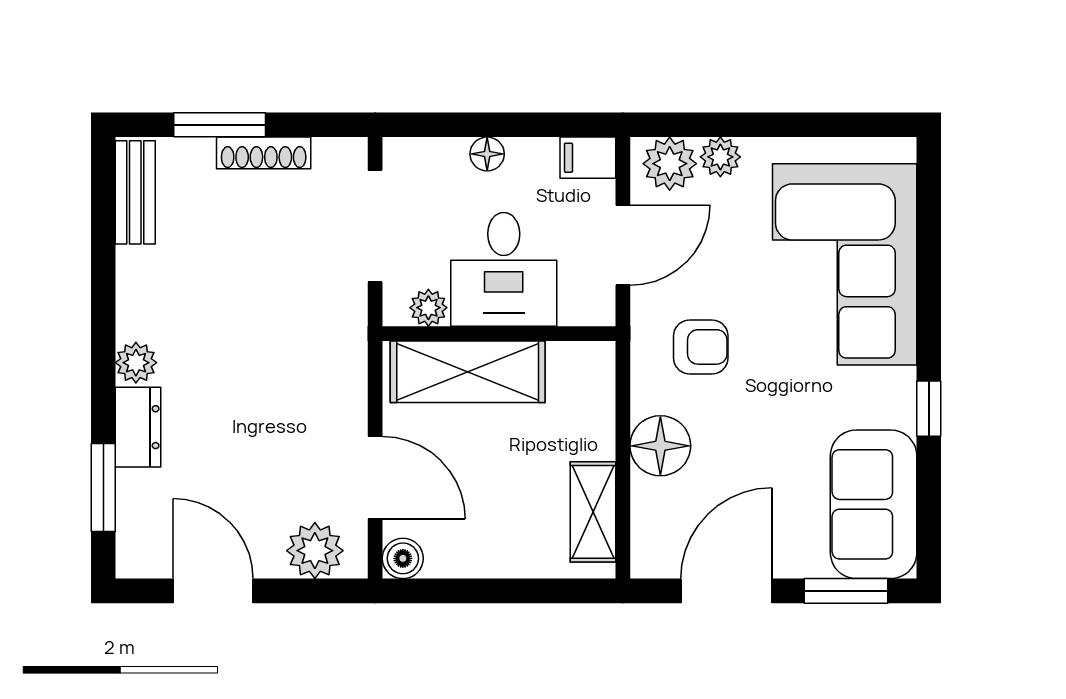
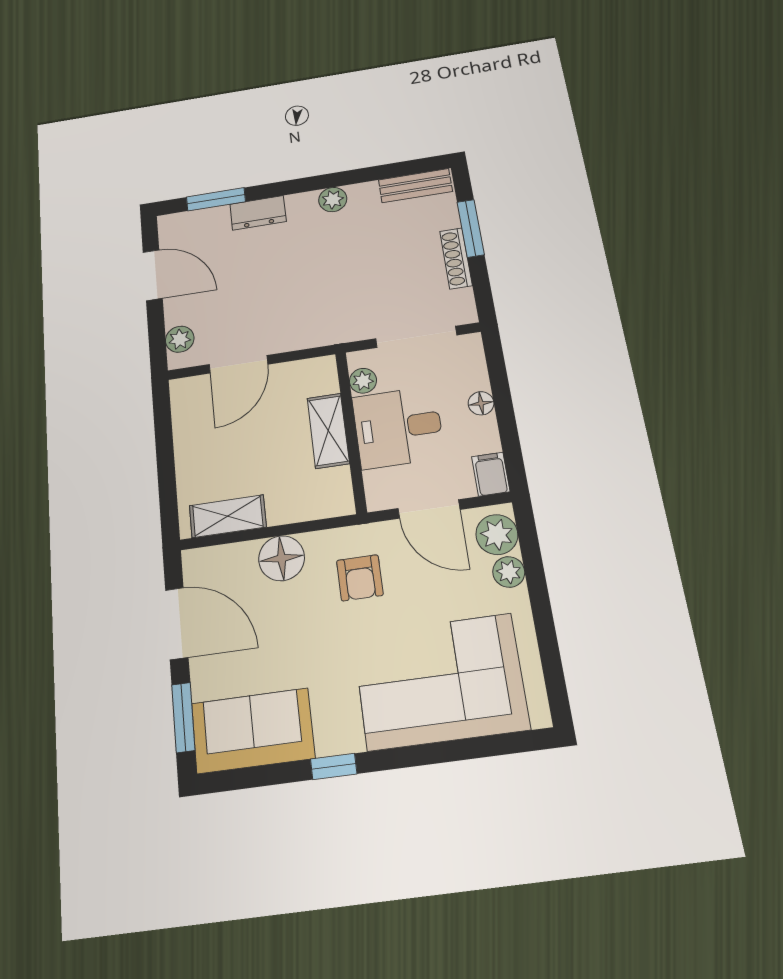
plant: (136, 363) -> (333, 200), moved
shelving: (468, 372) -> (328, 431), width x0.67, depth x0.75
plant: (315, 551) -> (180, 339), width x0.73, depth x0.73
boiler: (403, 558) -> (184, 391), removed
door: (213, 591) -> (153, 275), hinge flipped

